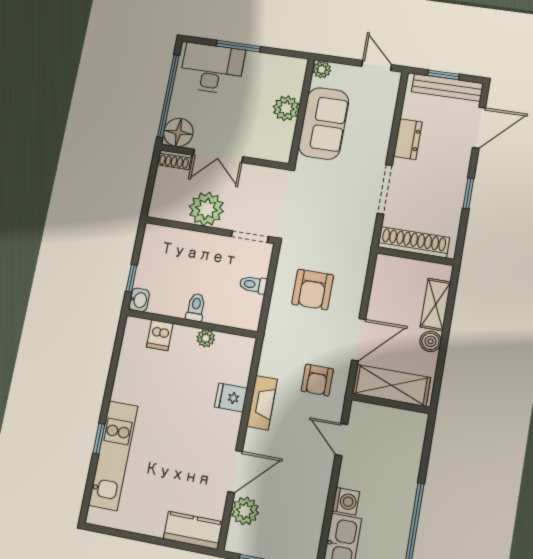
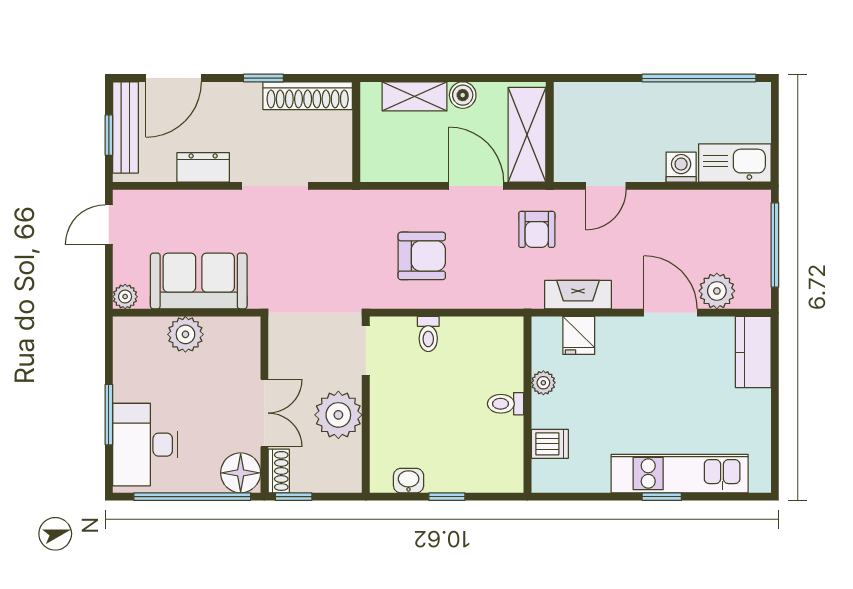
door: (479, 128) -> (174, 78), swing flipped
window: (154, 168) -> (294, 497), added
shoe rack: (414, 242) -> (308, 96), moved, turned -90
washbasin: (139, 300) -> (409, 481), moved
toilet: (196, 307) -> (506, 404), moved
wall: (192, 324) -> (528, 405), moved
dishwasher: (160, 335) -> (550, 444), moved
plant: (206, 338) -> (543, 383), moved
armchair: (317, 380) -> (537, 229), turned 90

